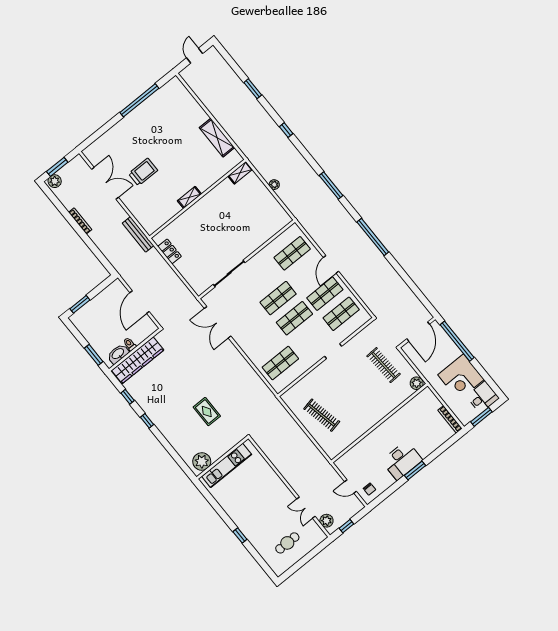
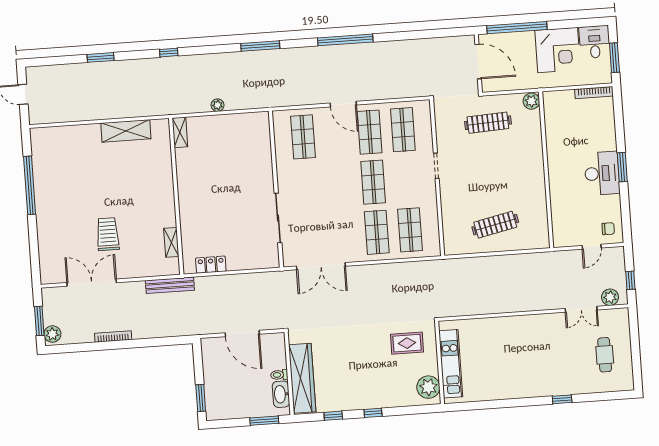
shelving: (189, 197) -> (171, 242), moved
shop shelf: (278, 298) -> (377, 232), moved
wall: (222, 458) -> (440, 363), moved
plant: (202, 462) -> (428, 387), moved
kitchen unit: (227, 465) -> (451, 364), moved

